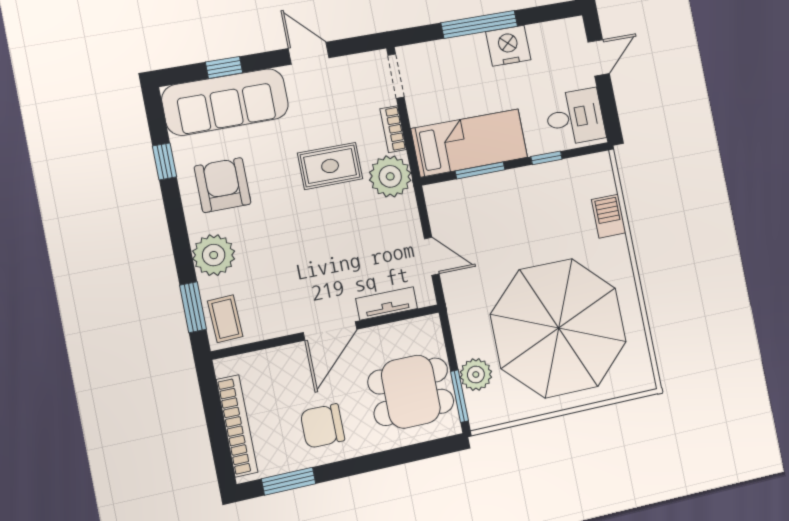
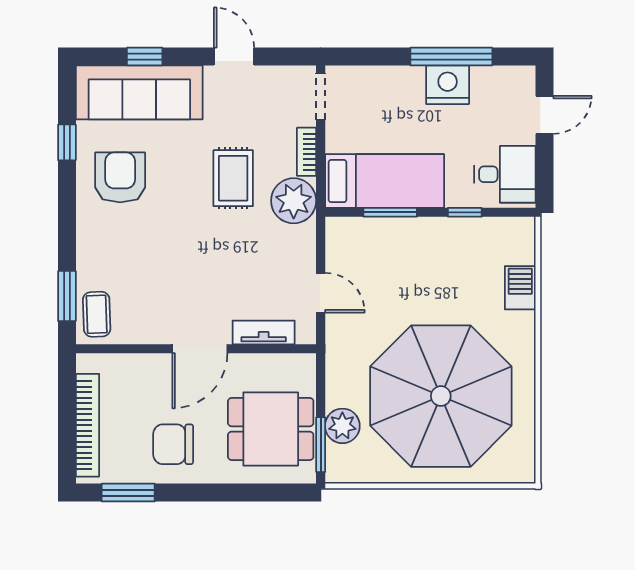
window: (479, 24) -> (451, 57), moved
rug: (330, 166) -> (233, 178), turned 90
plant: (214, 255) -> (98, 247), removed

